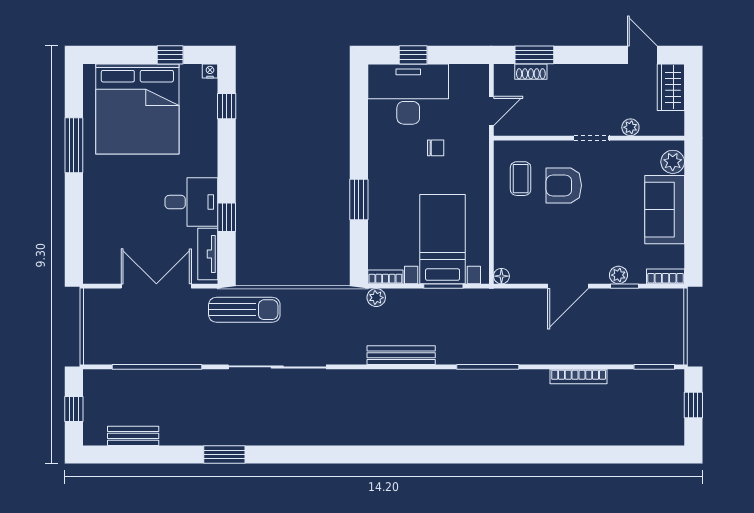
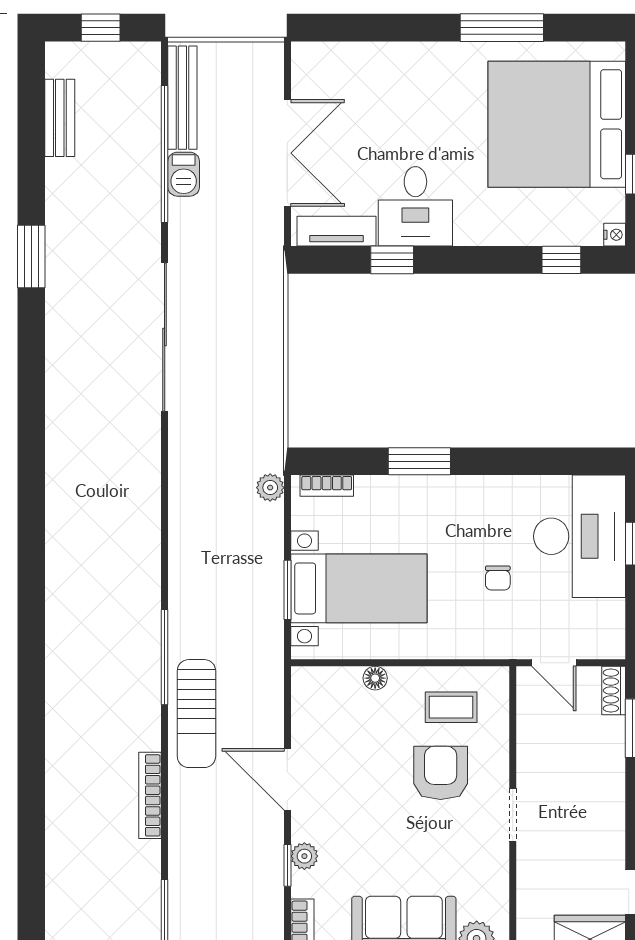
shoe rack: (531, 72) -> (614, 690), moved
plant: (630, 127) -> (529, 874), removed
floor lamp: (501, 276) -> (375, 678), moved
bookcase: (385, 277) -> (327, 486), moved, turned 90
sun lounger: (244, 310) -> (196, 714), moved
barbecue: (170, 354) -> (184, 174), added
bench: (401, 355) -> (182, 98), moved

